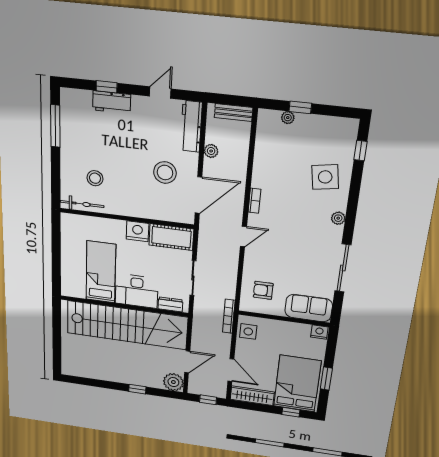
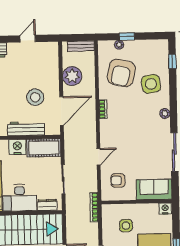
workbench: (191, 126) -> (26, 129), moved, turned 90
plant: (211, 151) -> (72, 76), width x1.88, depth x1.88
armchair: (286, 157) -> (121, 73), added
door: (243, 236) -> (98, 157), moved
side table: (248, 331) -> (126, 226), moved

